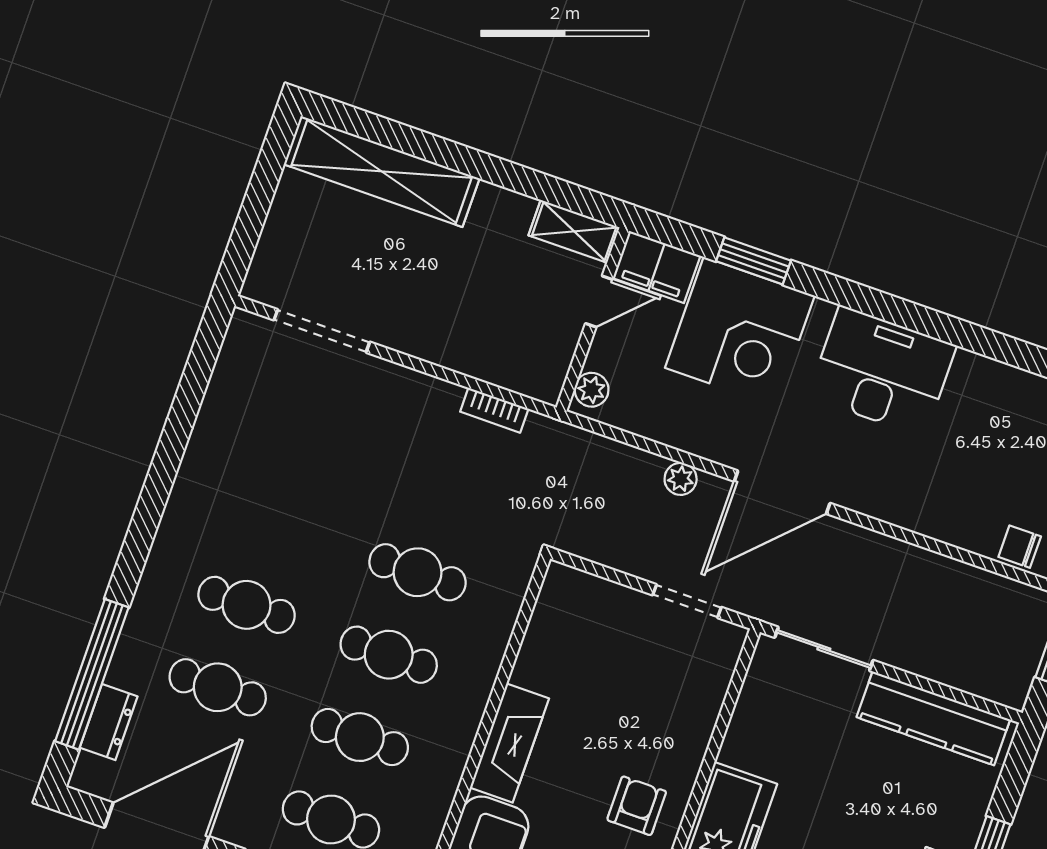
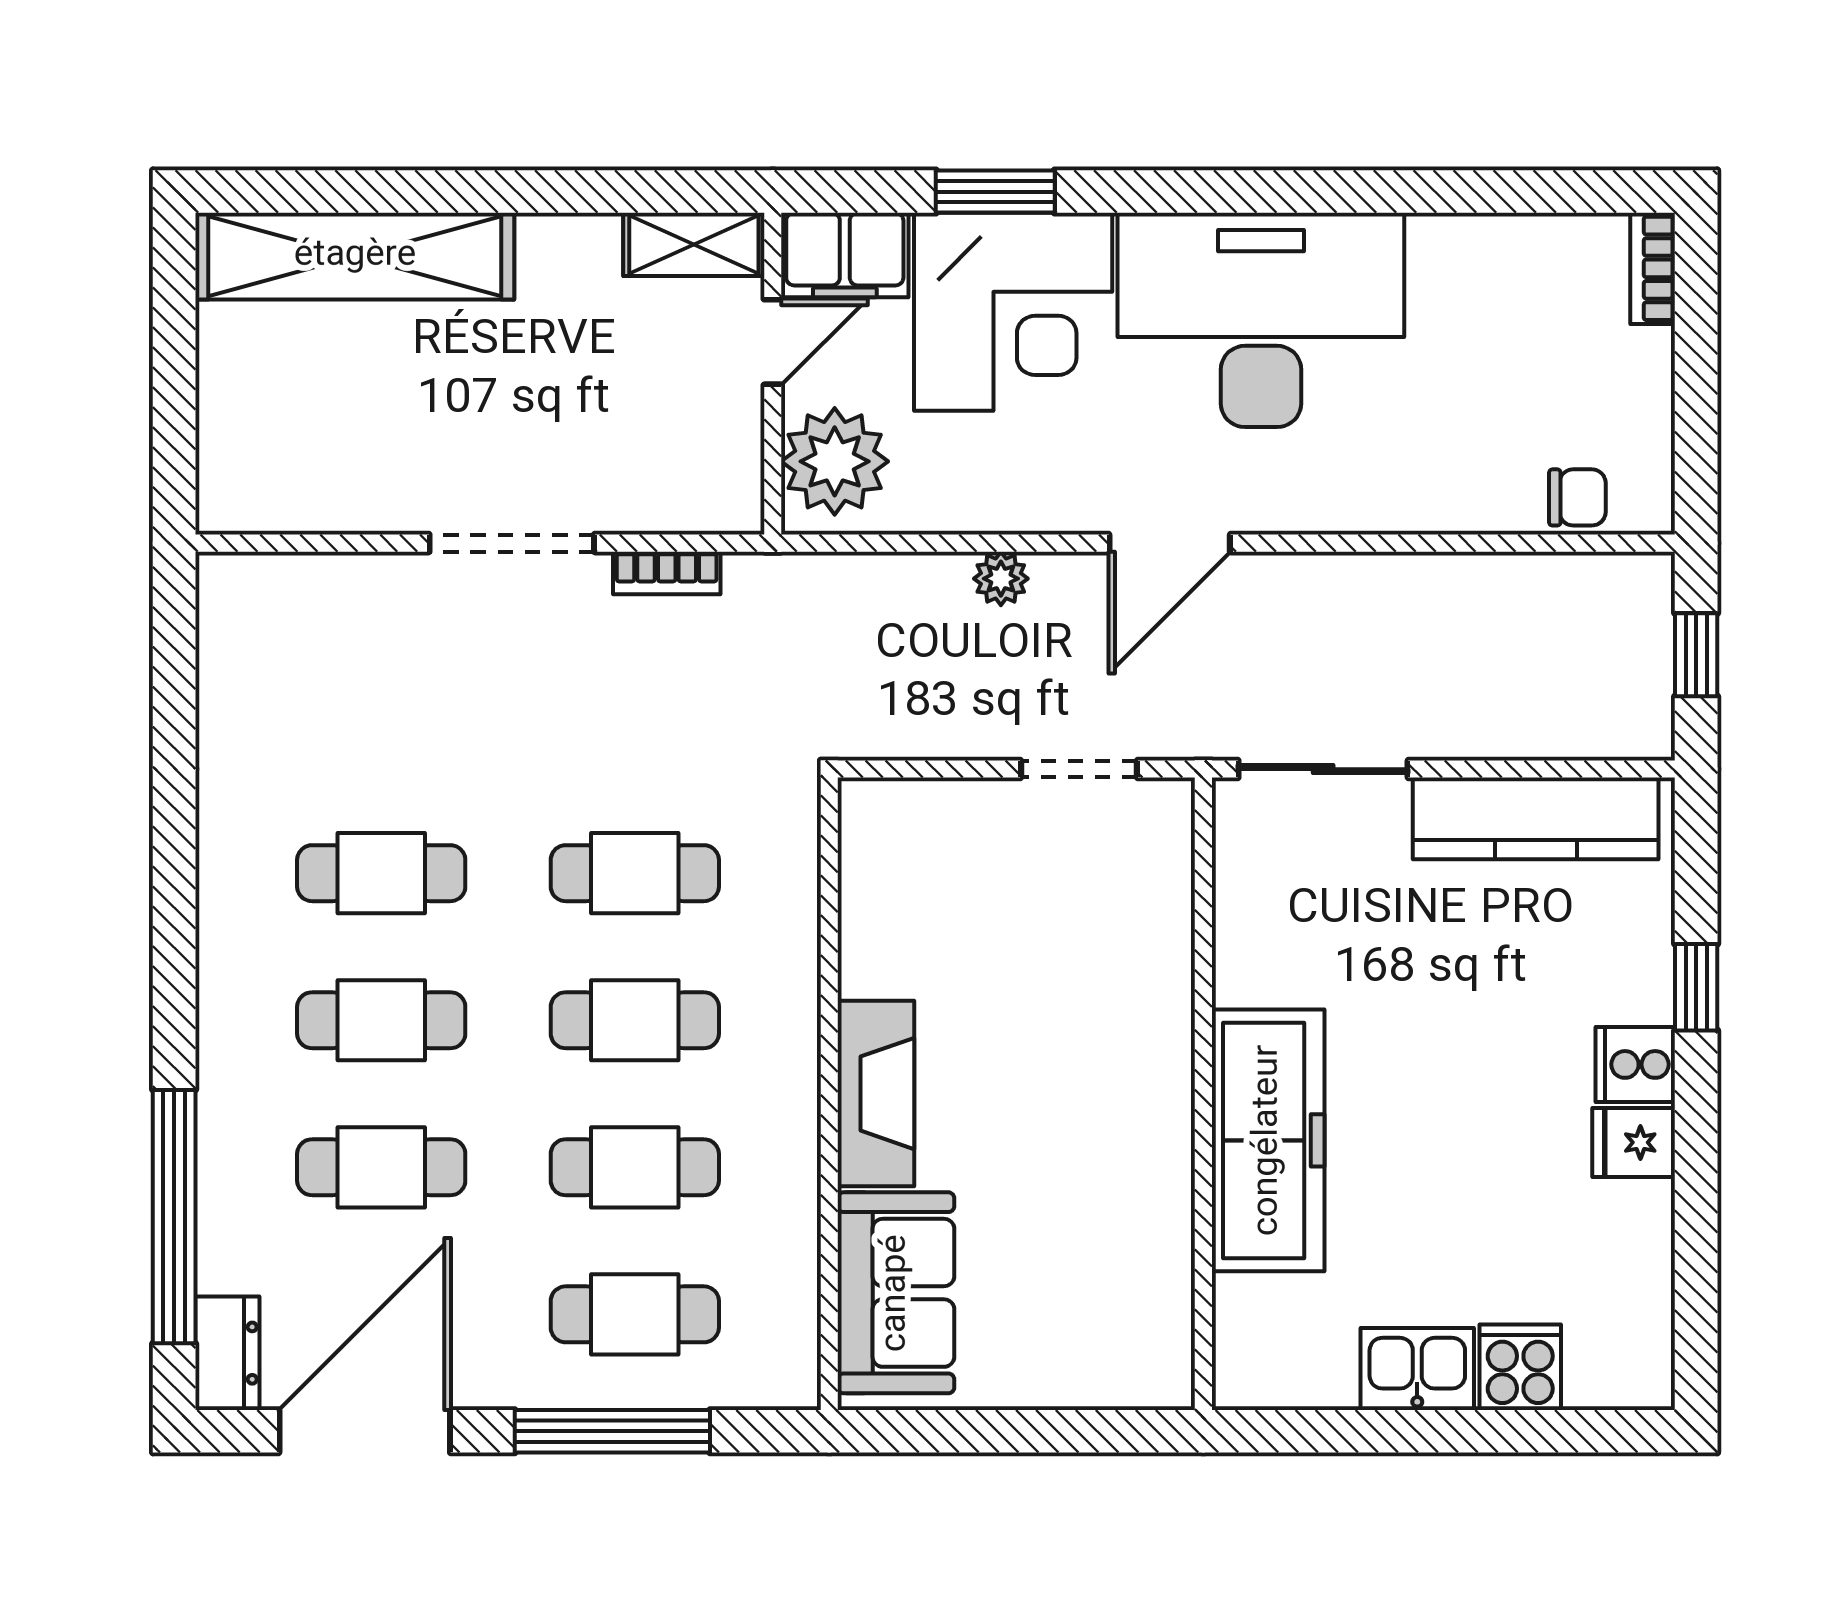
doorway: (322, 331) -> (512, 543), moved
desk: (882, 371) -> (1261, 320), width x1.36, depth x1.30
plant: (592, 390) -> (835, 461), width x1.87, depth x1.87
door: (782, 492) -> (1170, 543), width x0.73
cafe table: (275, 522) -> (381, 873), added
chair: (1020, 547) -> (1577, 497), turned 180
dresser: (109, 722) -> (227, 1353), moved
armchair: (637, 806) -> (1113, 1122), removed

